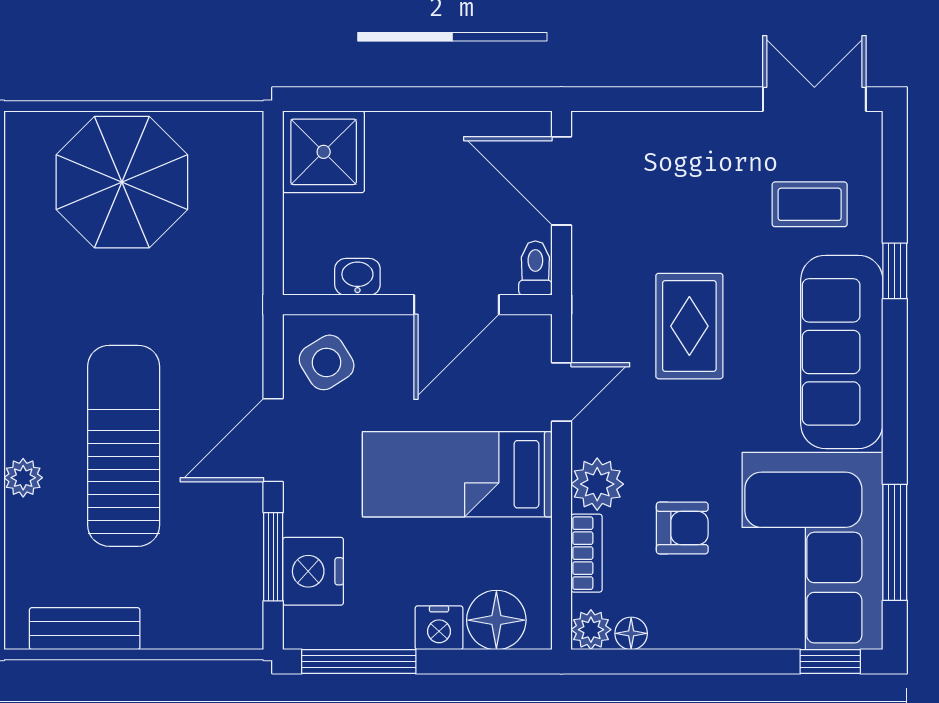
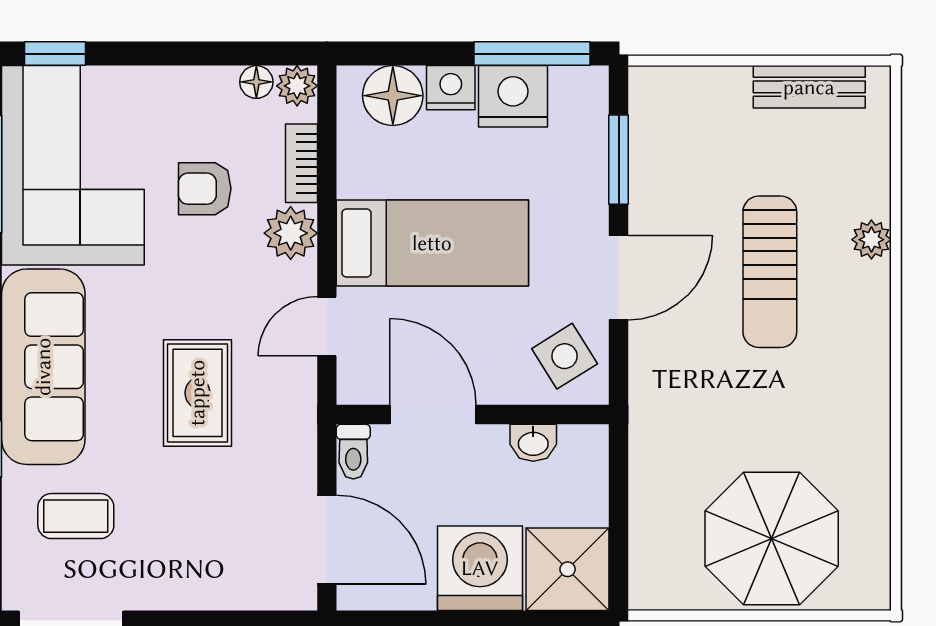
washing machine: (410, 153) -> (480, 568), added
door: (457, 305) -> (433, 415), hinge flipped
sun lounger: (124, 446) -> (770, 272), width x0.73, depth x0.75
nightstand: (313, 571) -> (513, 96), moved, turned -90

